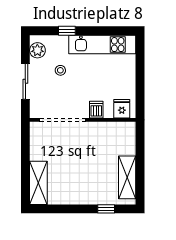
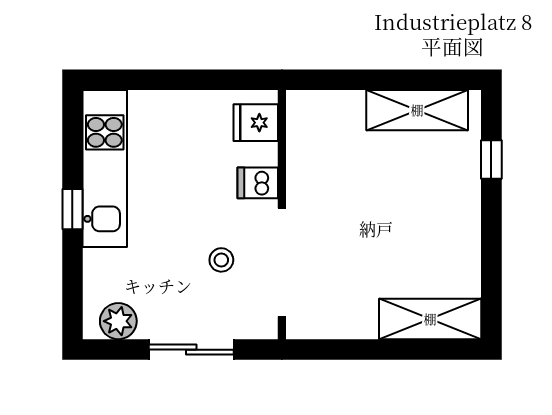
window: (67, 31) -> (72, 209), moved
stool: (60, 70) -> (221, 260), moved

